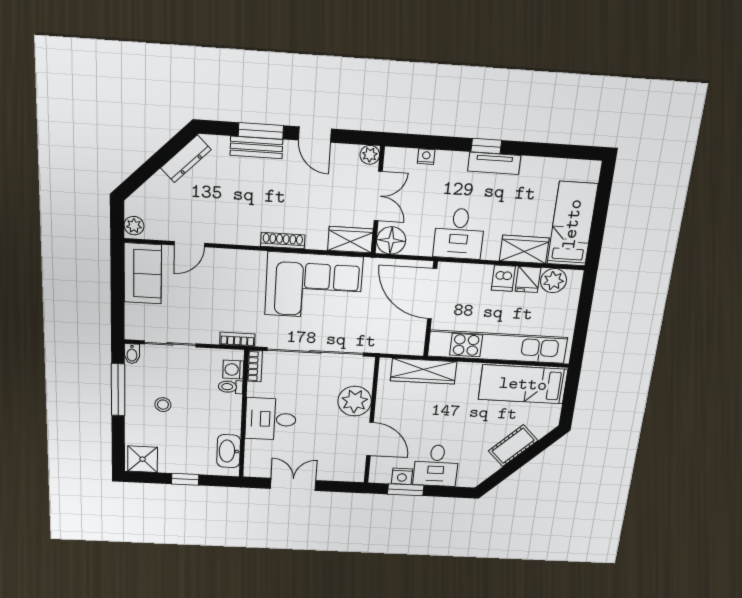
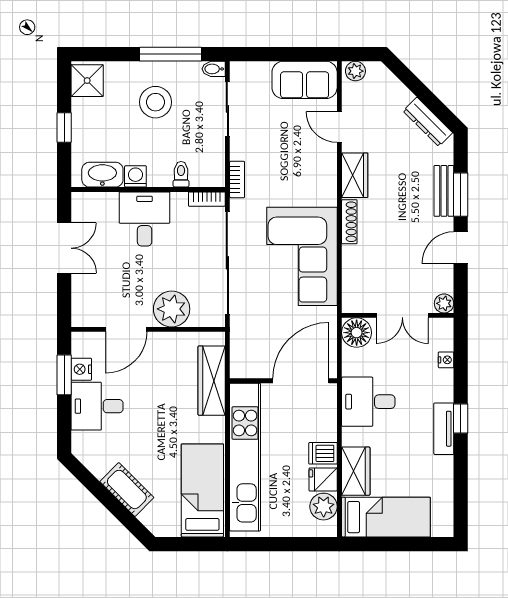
wardrobe: (350, 240) -> (355, 175), moved
washing machine: (233, 370) -> (135, 176), moved
stool: (163, 405) -> (156, 102), width x1.89, depth x1.89

